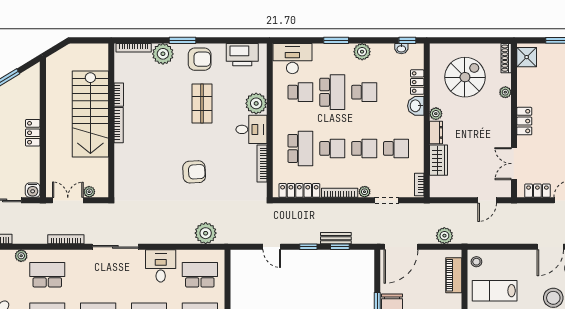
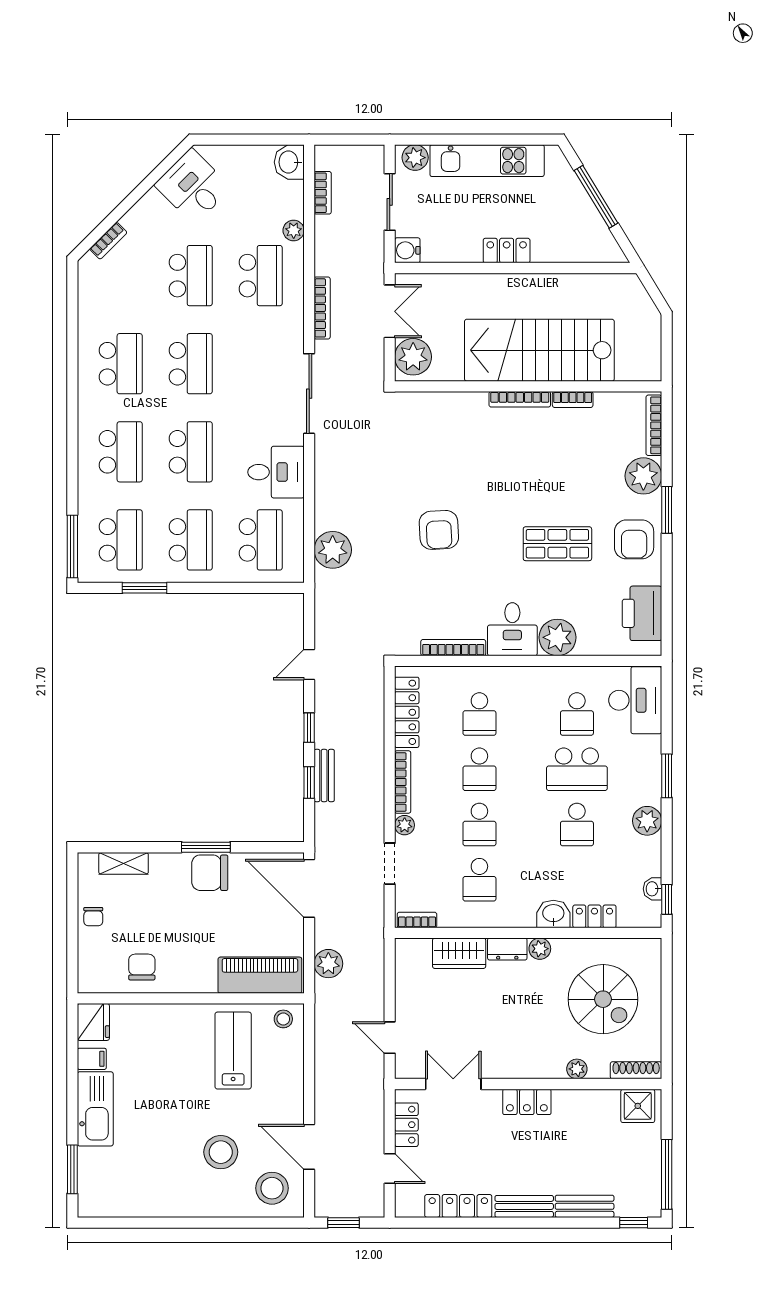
school desk: (300, 148) -> (479, 714), width x0.54
plant: (89, 192) -> (413, 357), width x1.88, depth x1.88
piano: (454, 275) -> (260, 975), width x1.37, depth x1.33

